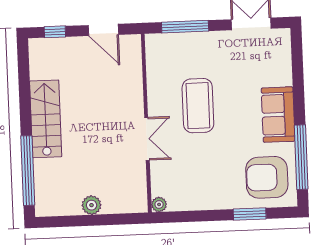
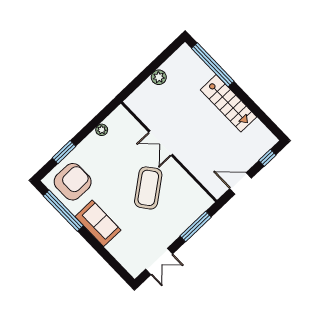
coffee table: (198, 106) -> (148, 188), turned 53
plant: (159, 204) -> (102, 130), moved

